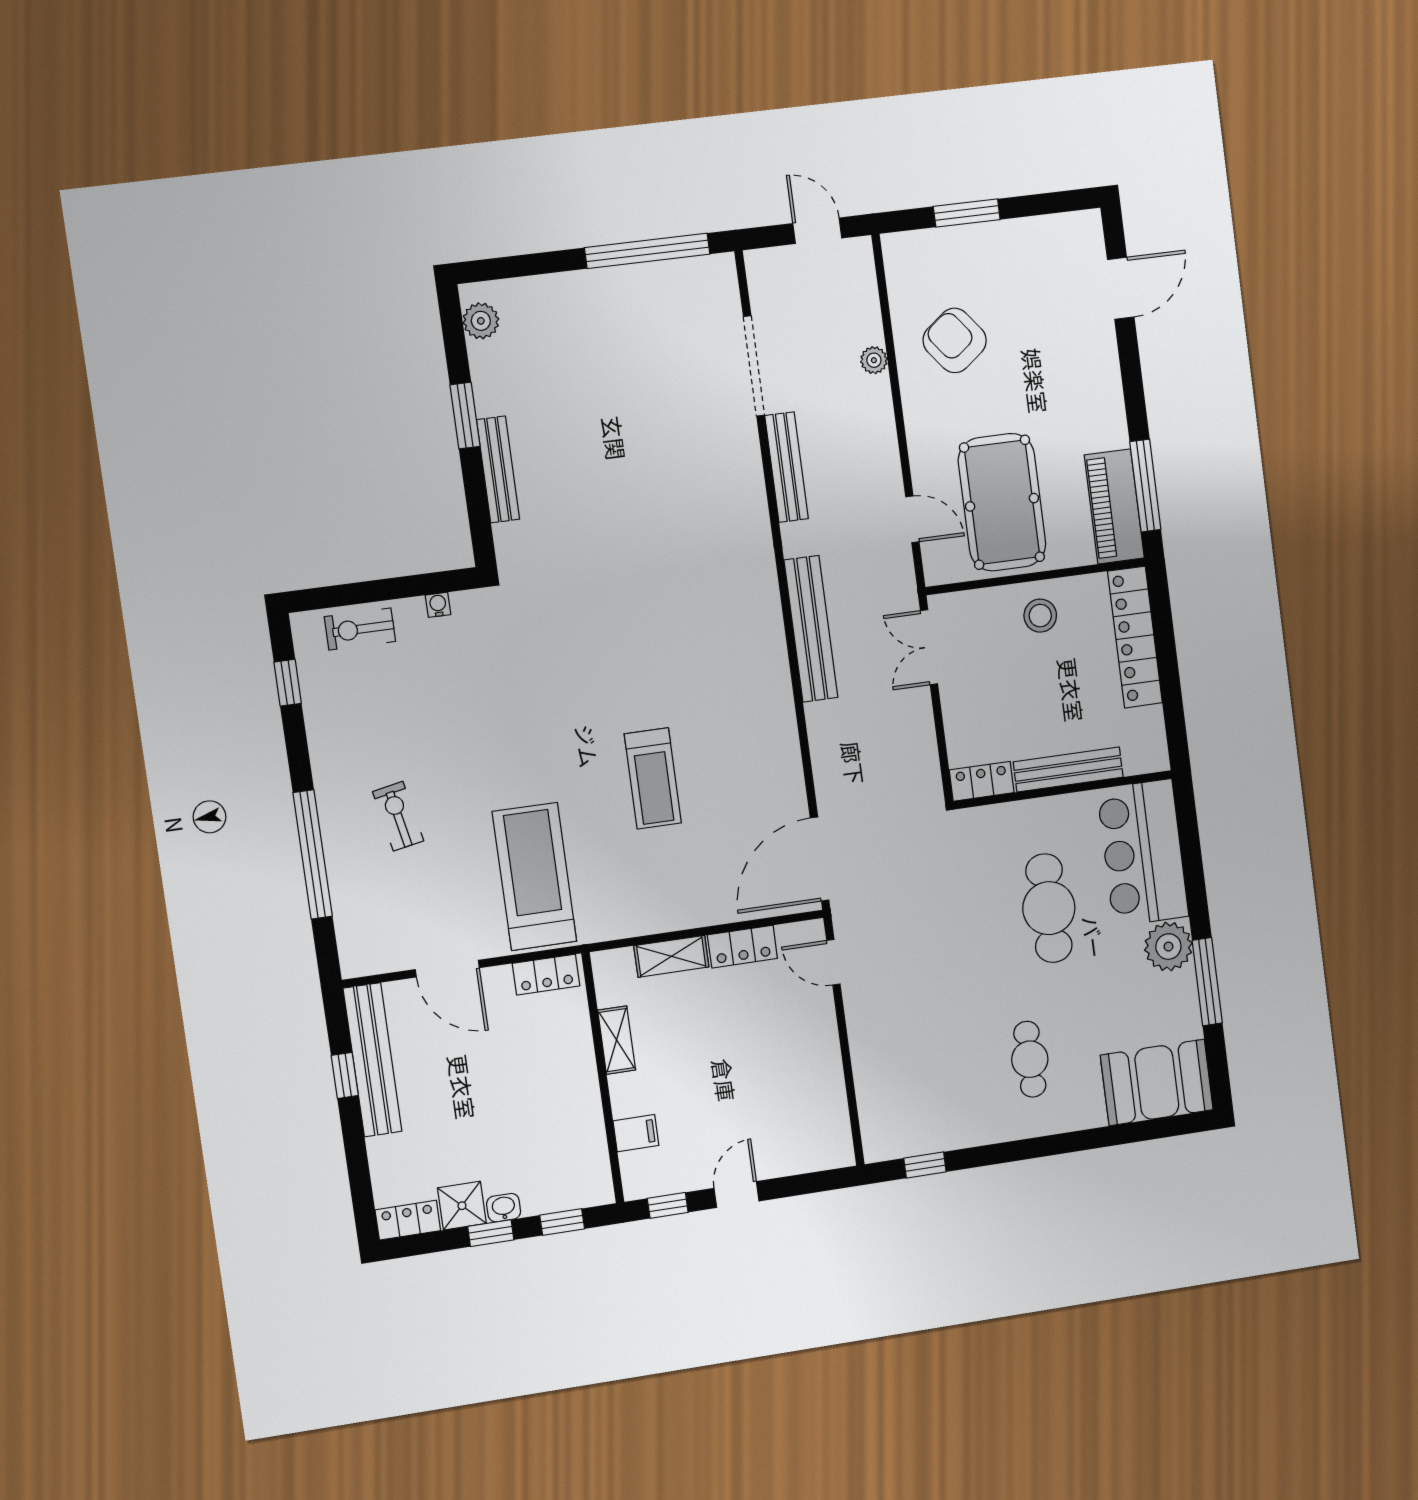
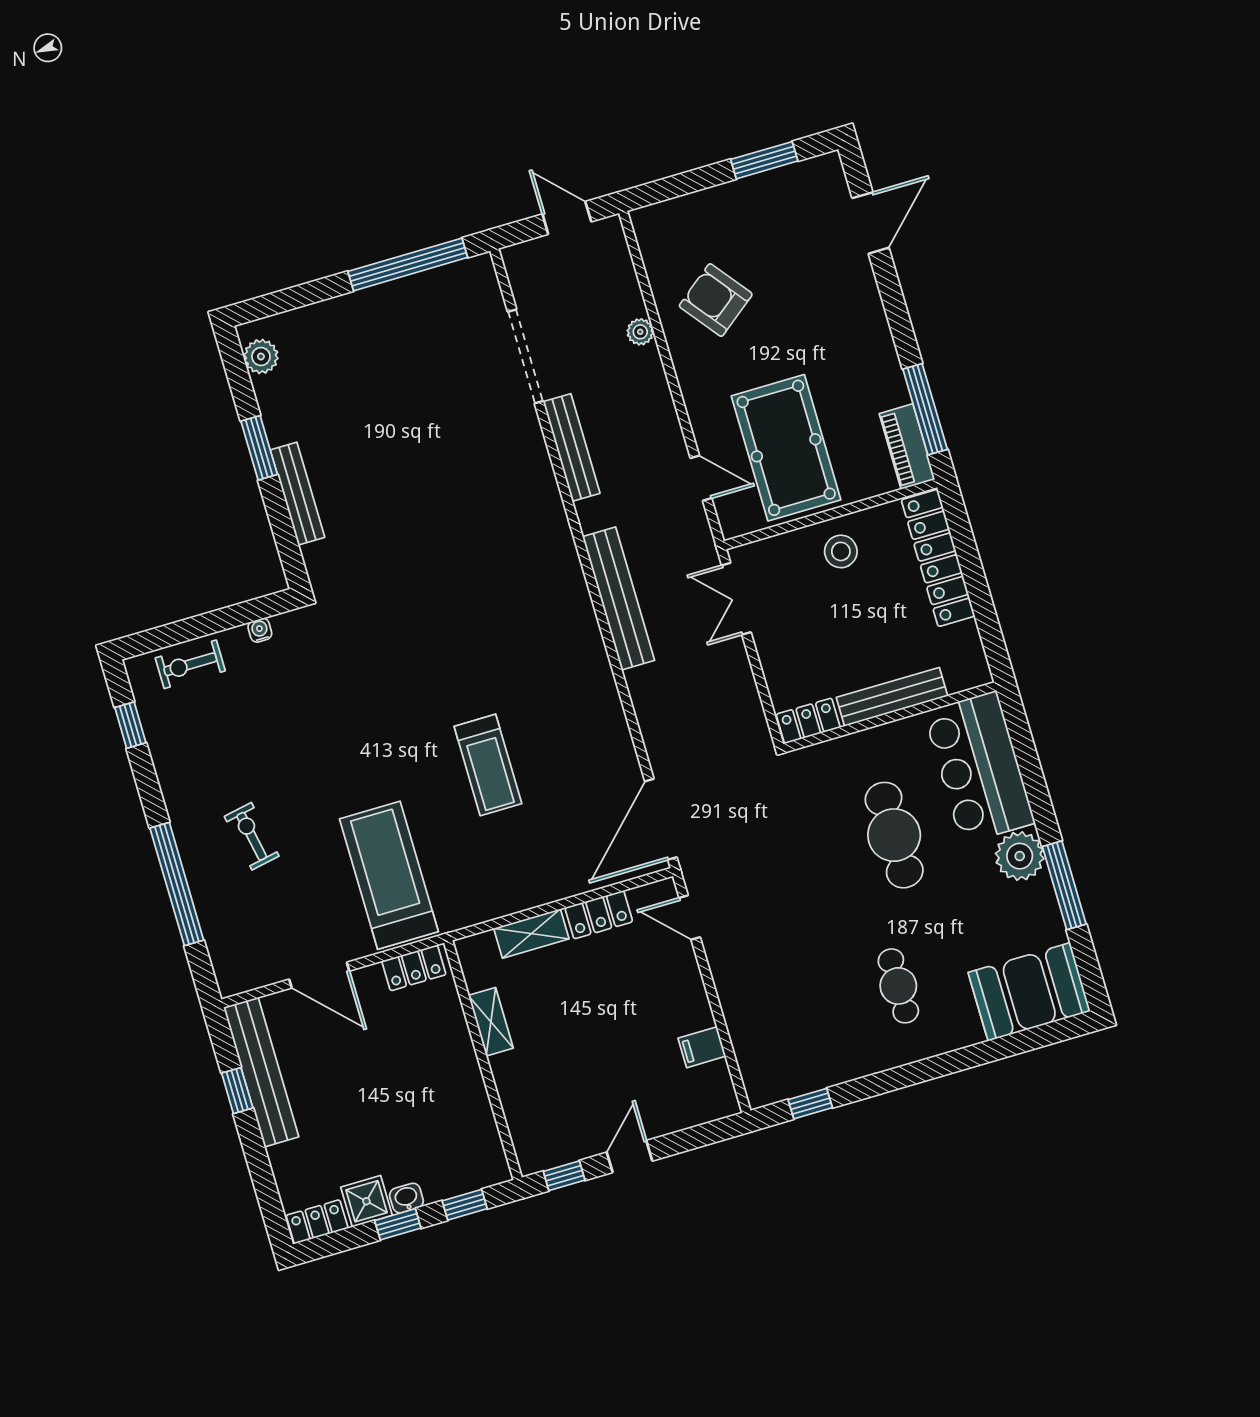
window: (967, 213) -> (764, 160), moved
piano: (1114, 506) -> (907, 447), width x0.73, depth x0.75
filing cabinet: (636, 1133) -> (702, 1047), moved, turned 180

